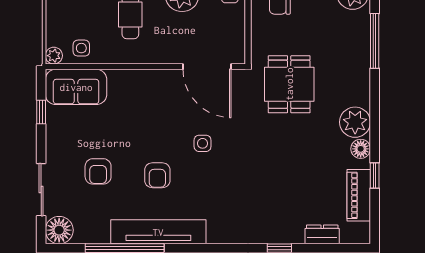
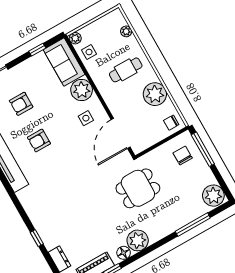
plant: (124, 85) -> (82, 90), added
side table: (203, 143) -> (86, 118), moved

